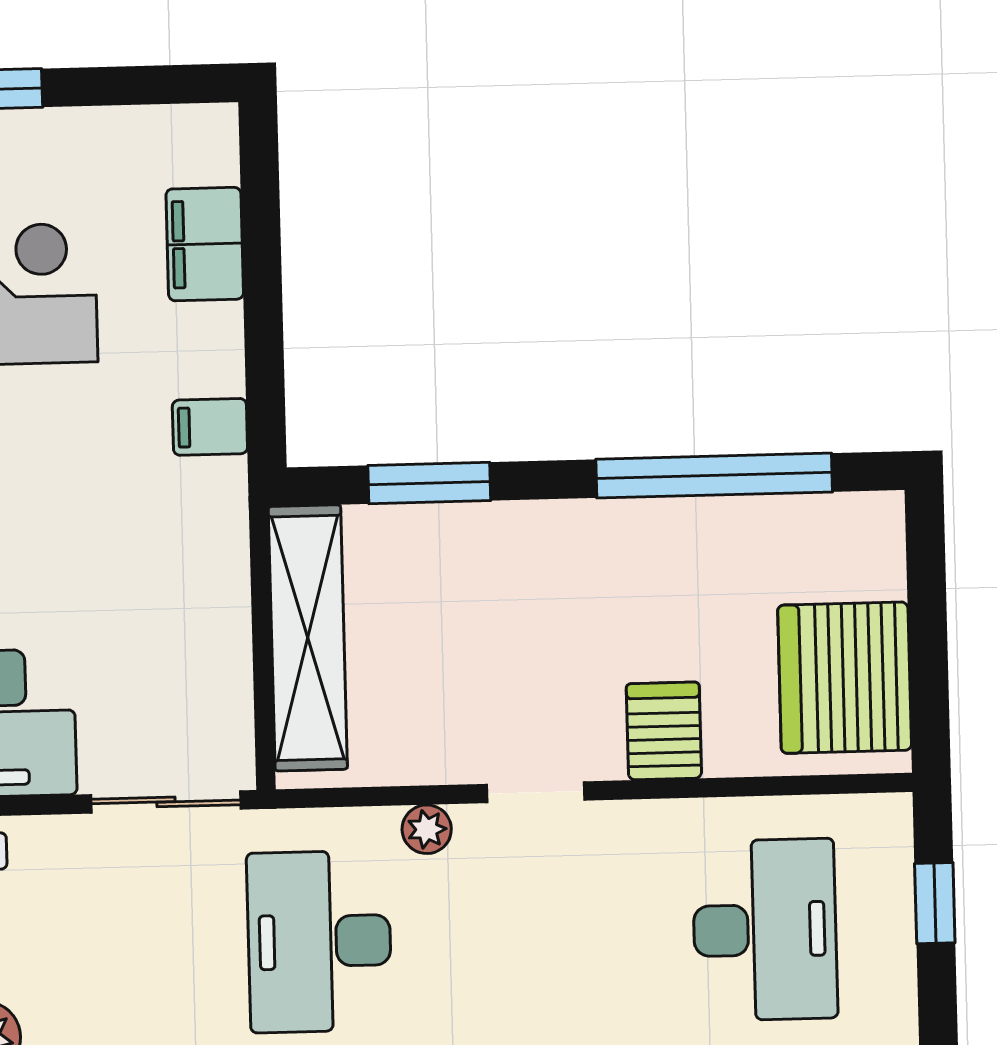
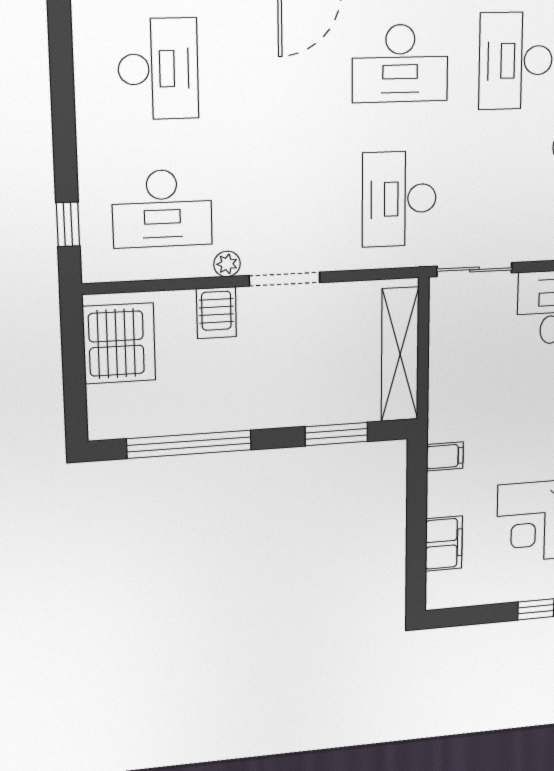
doorway: (536, 792) -> (285, 279), width x1.38
plant: (427, 829) -> (227, 264), moved
desk: (765, 930) -> (162, 208), turned -90
desk: (319, 941) -> (399, 199), turned 180

